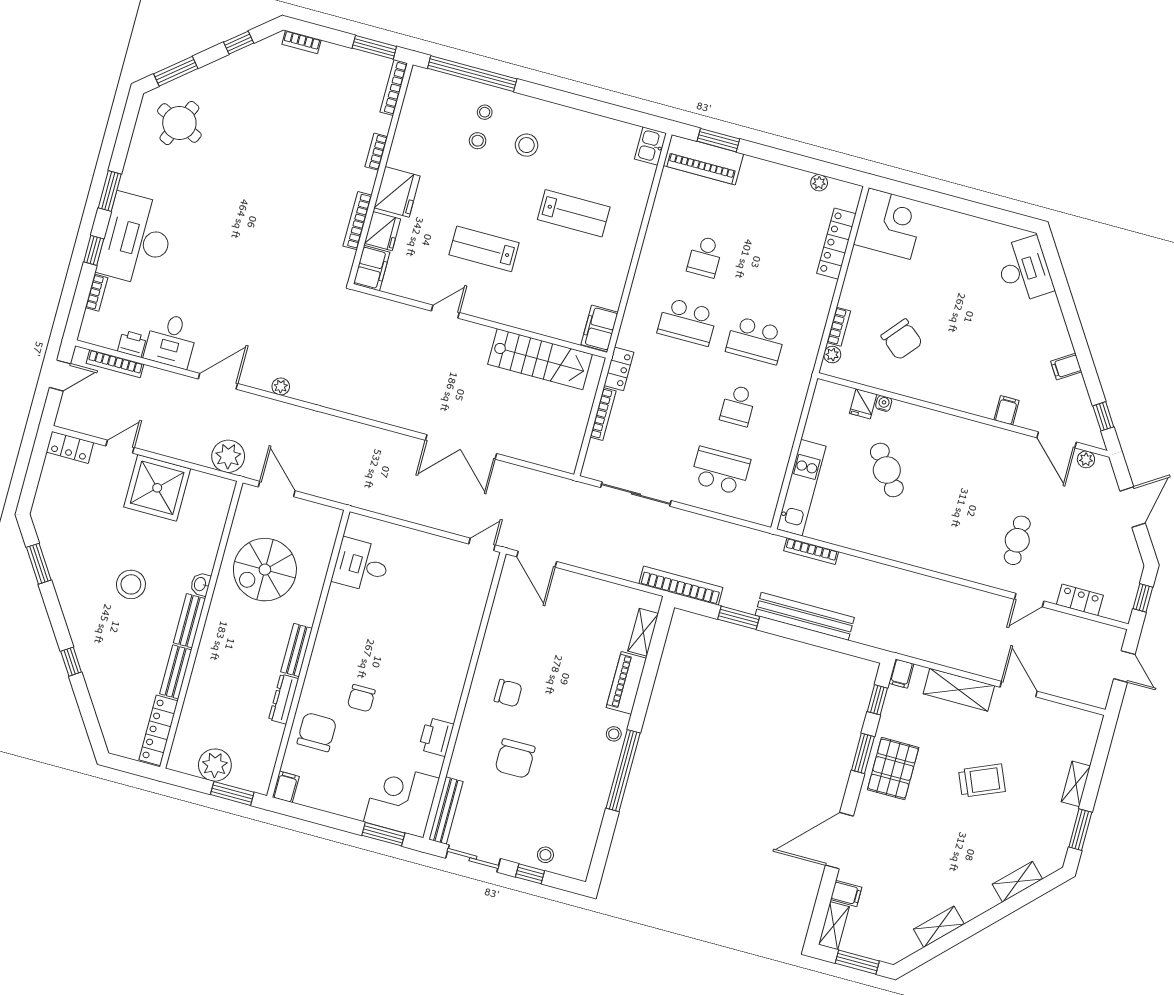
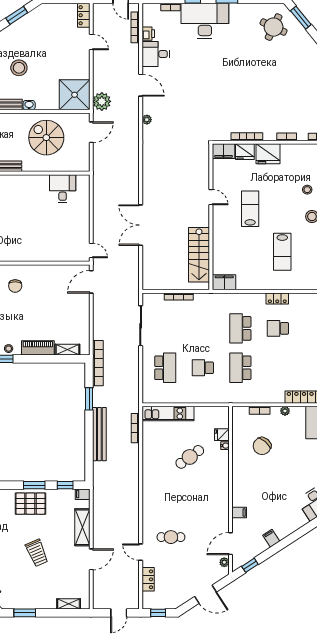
plant: (832, 355) -> (285, 411), moved
locker: (619, 369) -> (277, 298), moved
shower: (157, 488) -> (75, 95), moved
shelving: (1076, 784) -> (69, 604), moved

